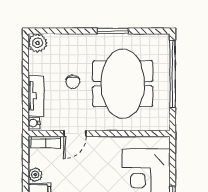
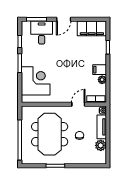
plant: (38, 43) -> (101, 145), moved

